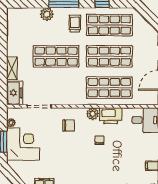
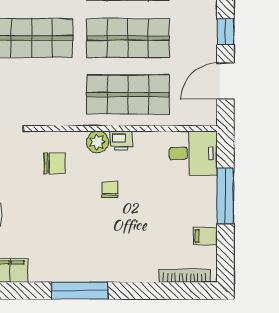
printer: (111, 116) -> (121, 141), width x0.53, depth x0.68

